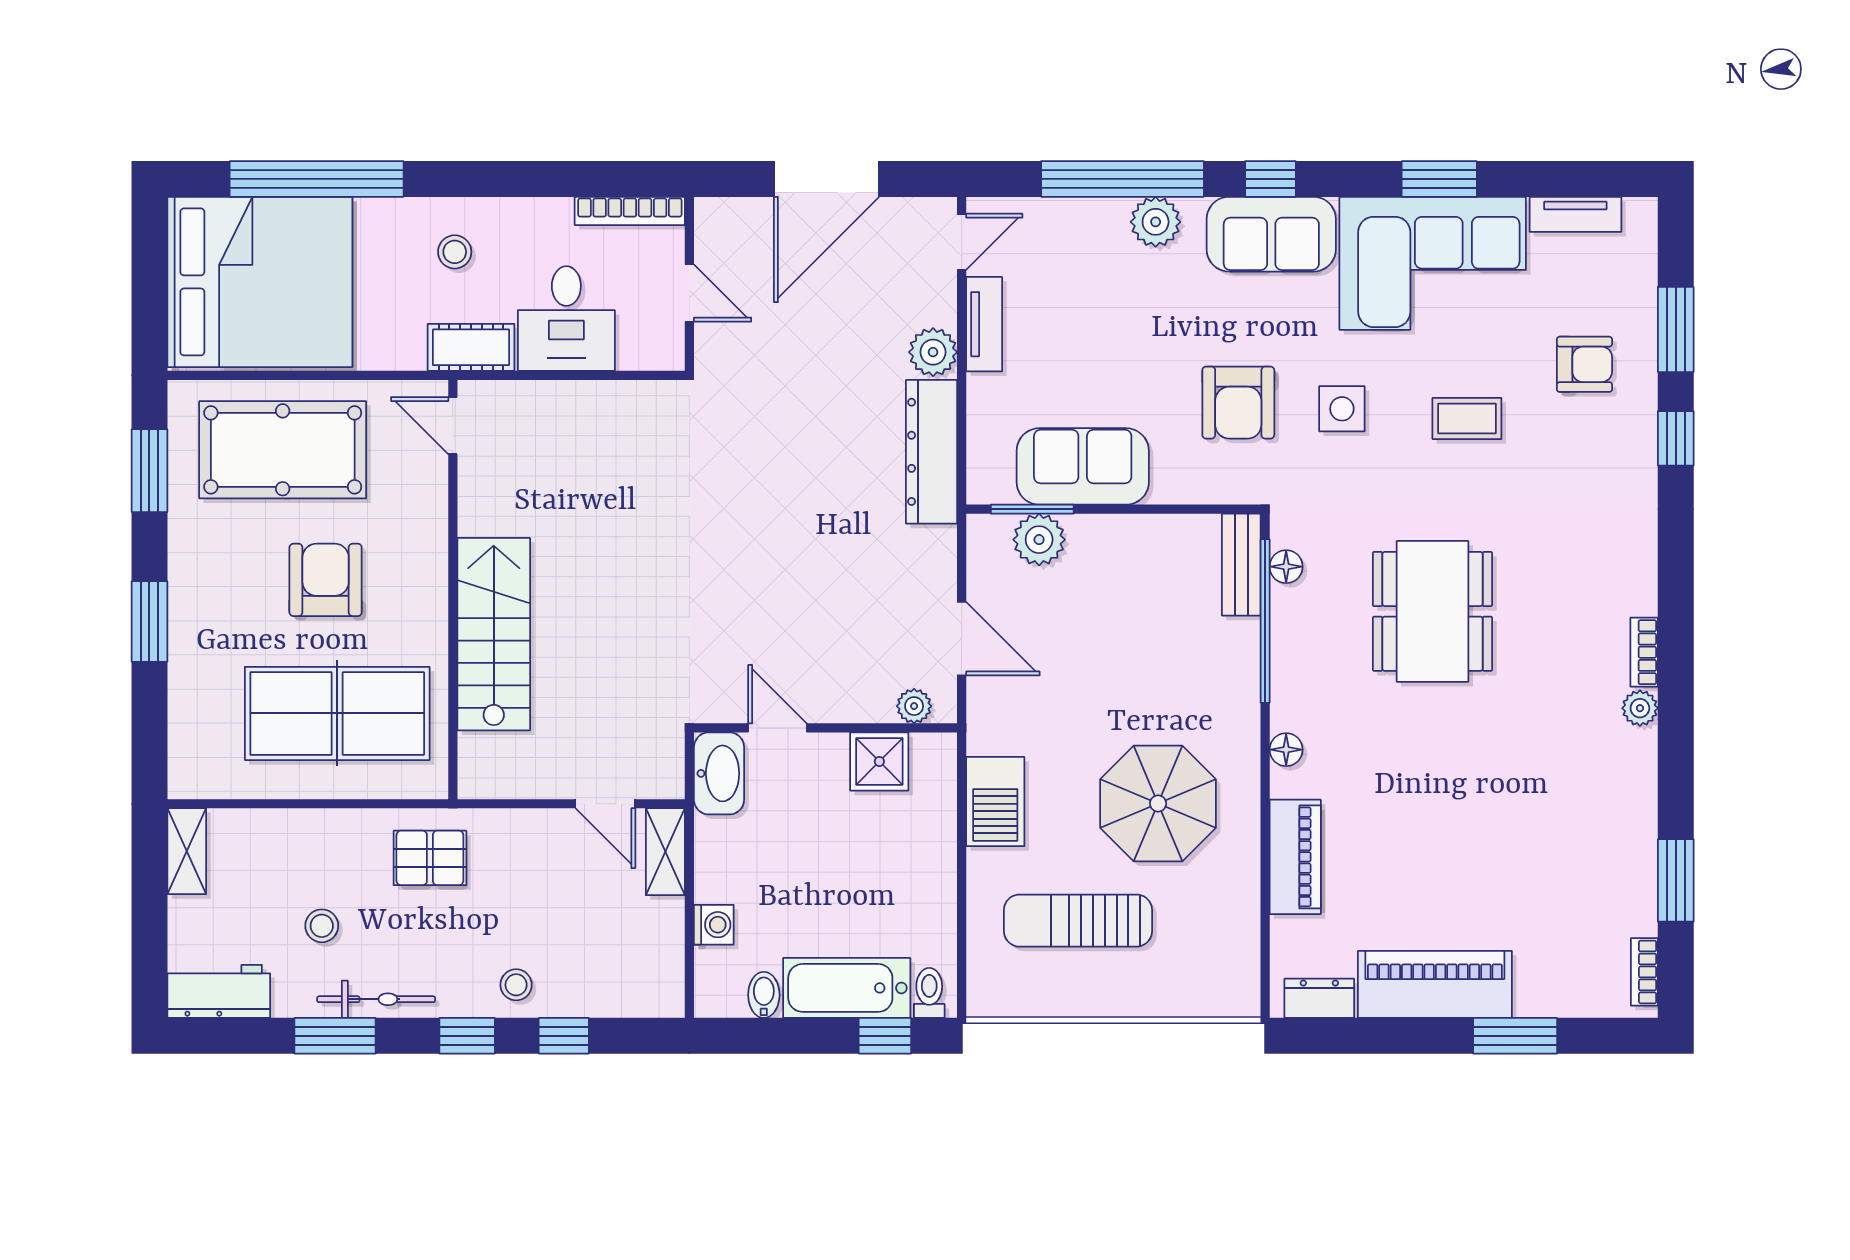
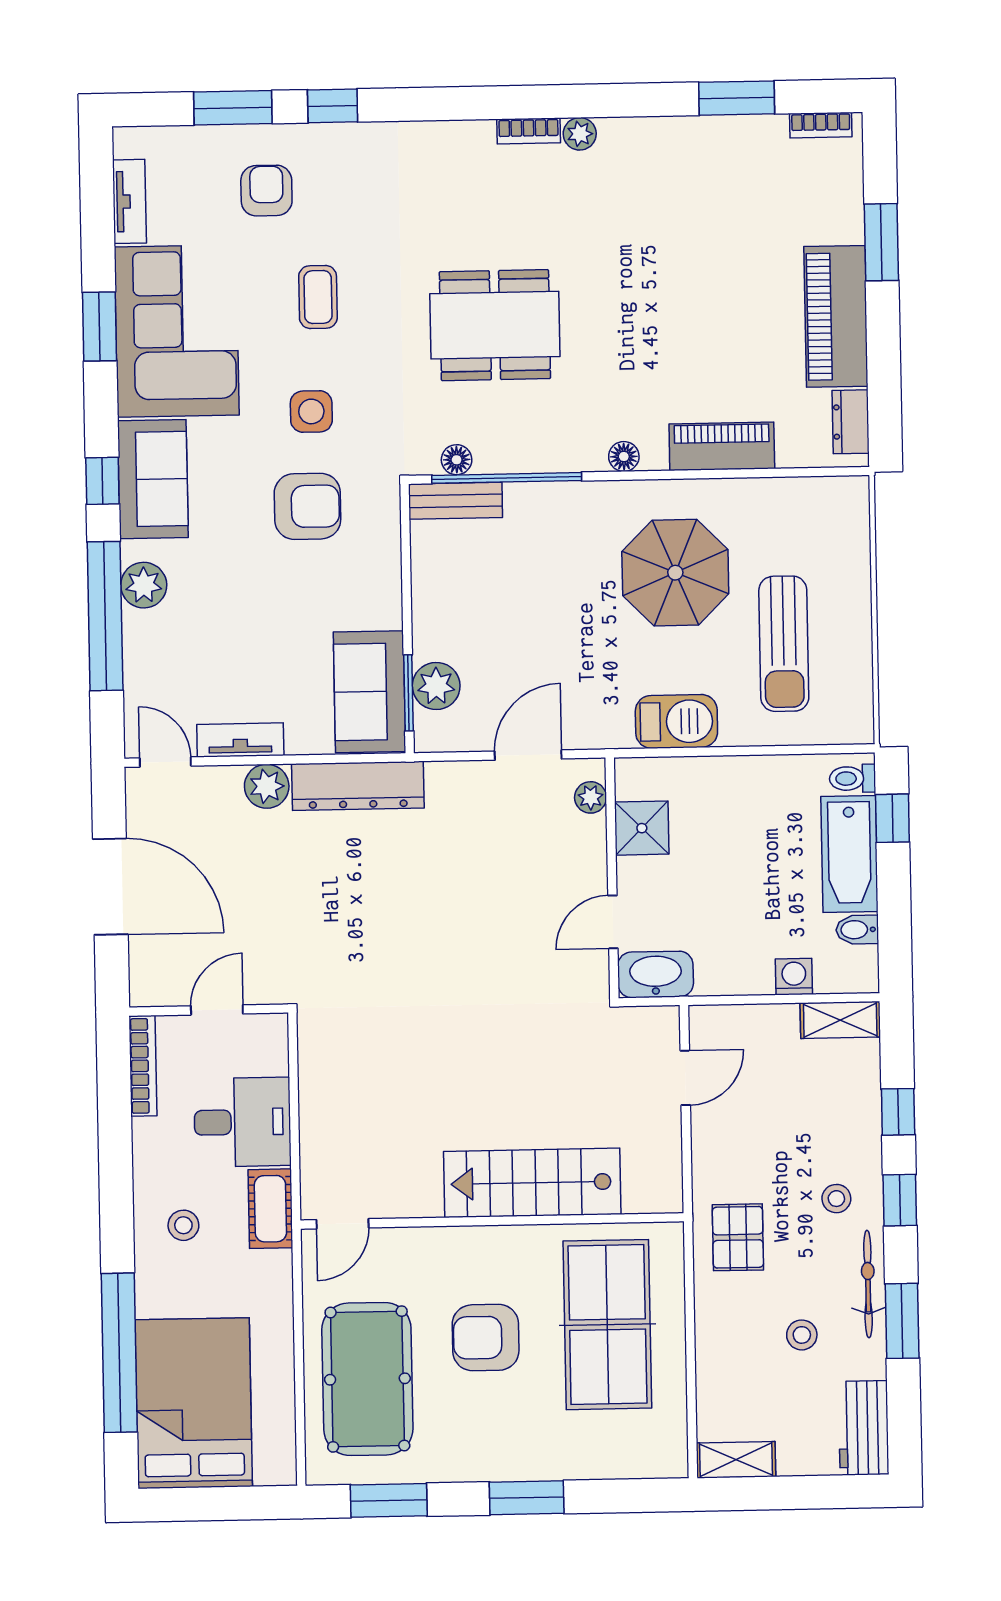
bed: (260, 282) -> (194, 1403), width x0.73
sofa: (1083, 466) -> (369, 692), moved
shelving: (665, 852) -> (840, 1020), moved
stool: (516, 985) -> (836, 1199), moved

